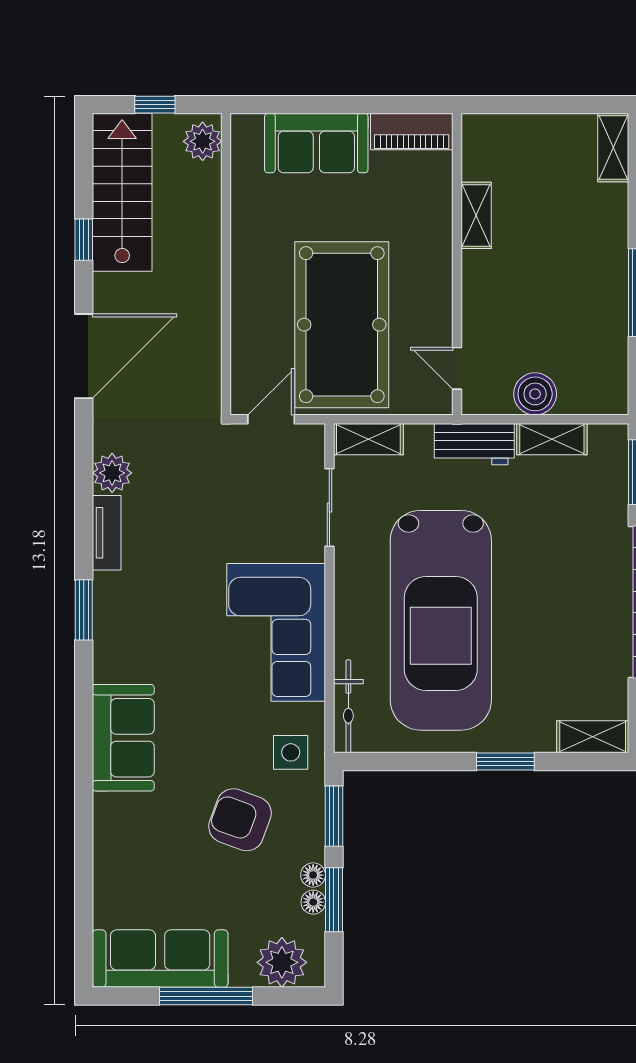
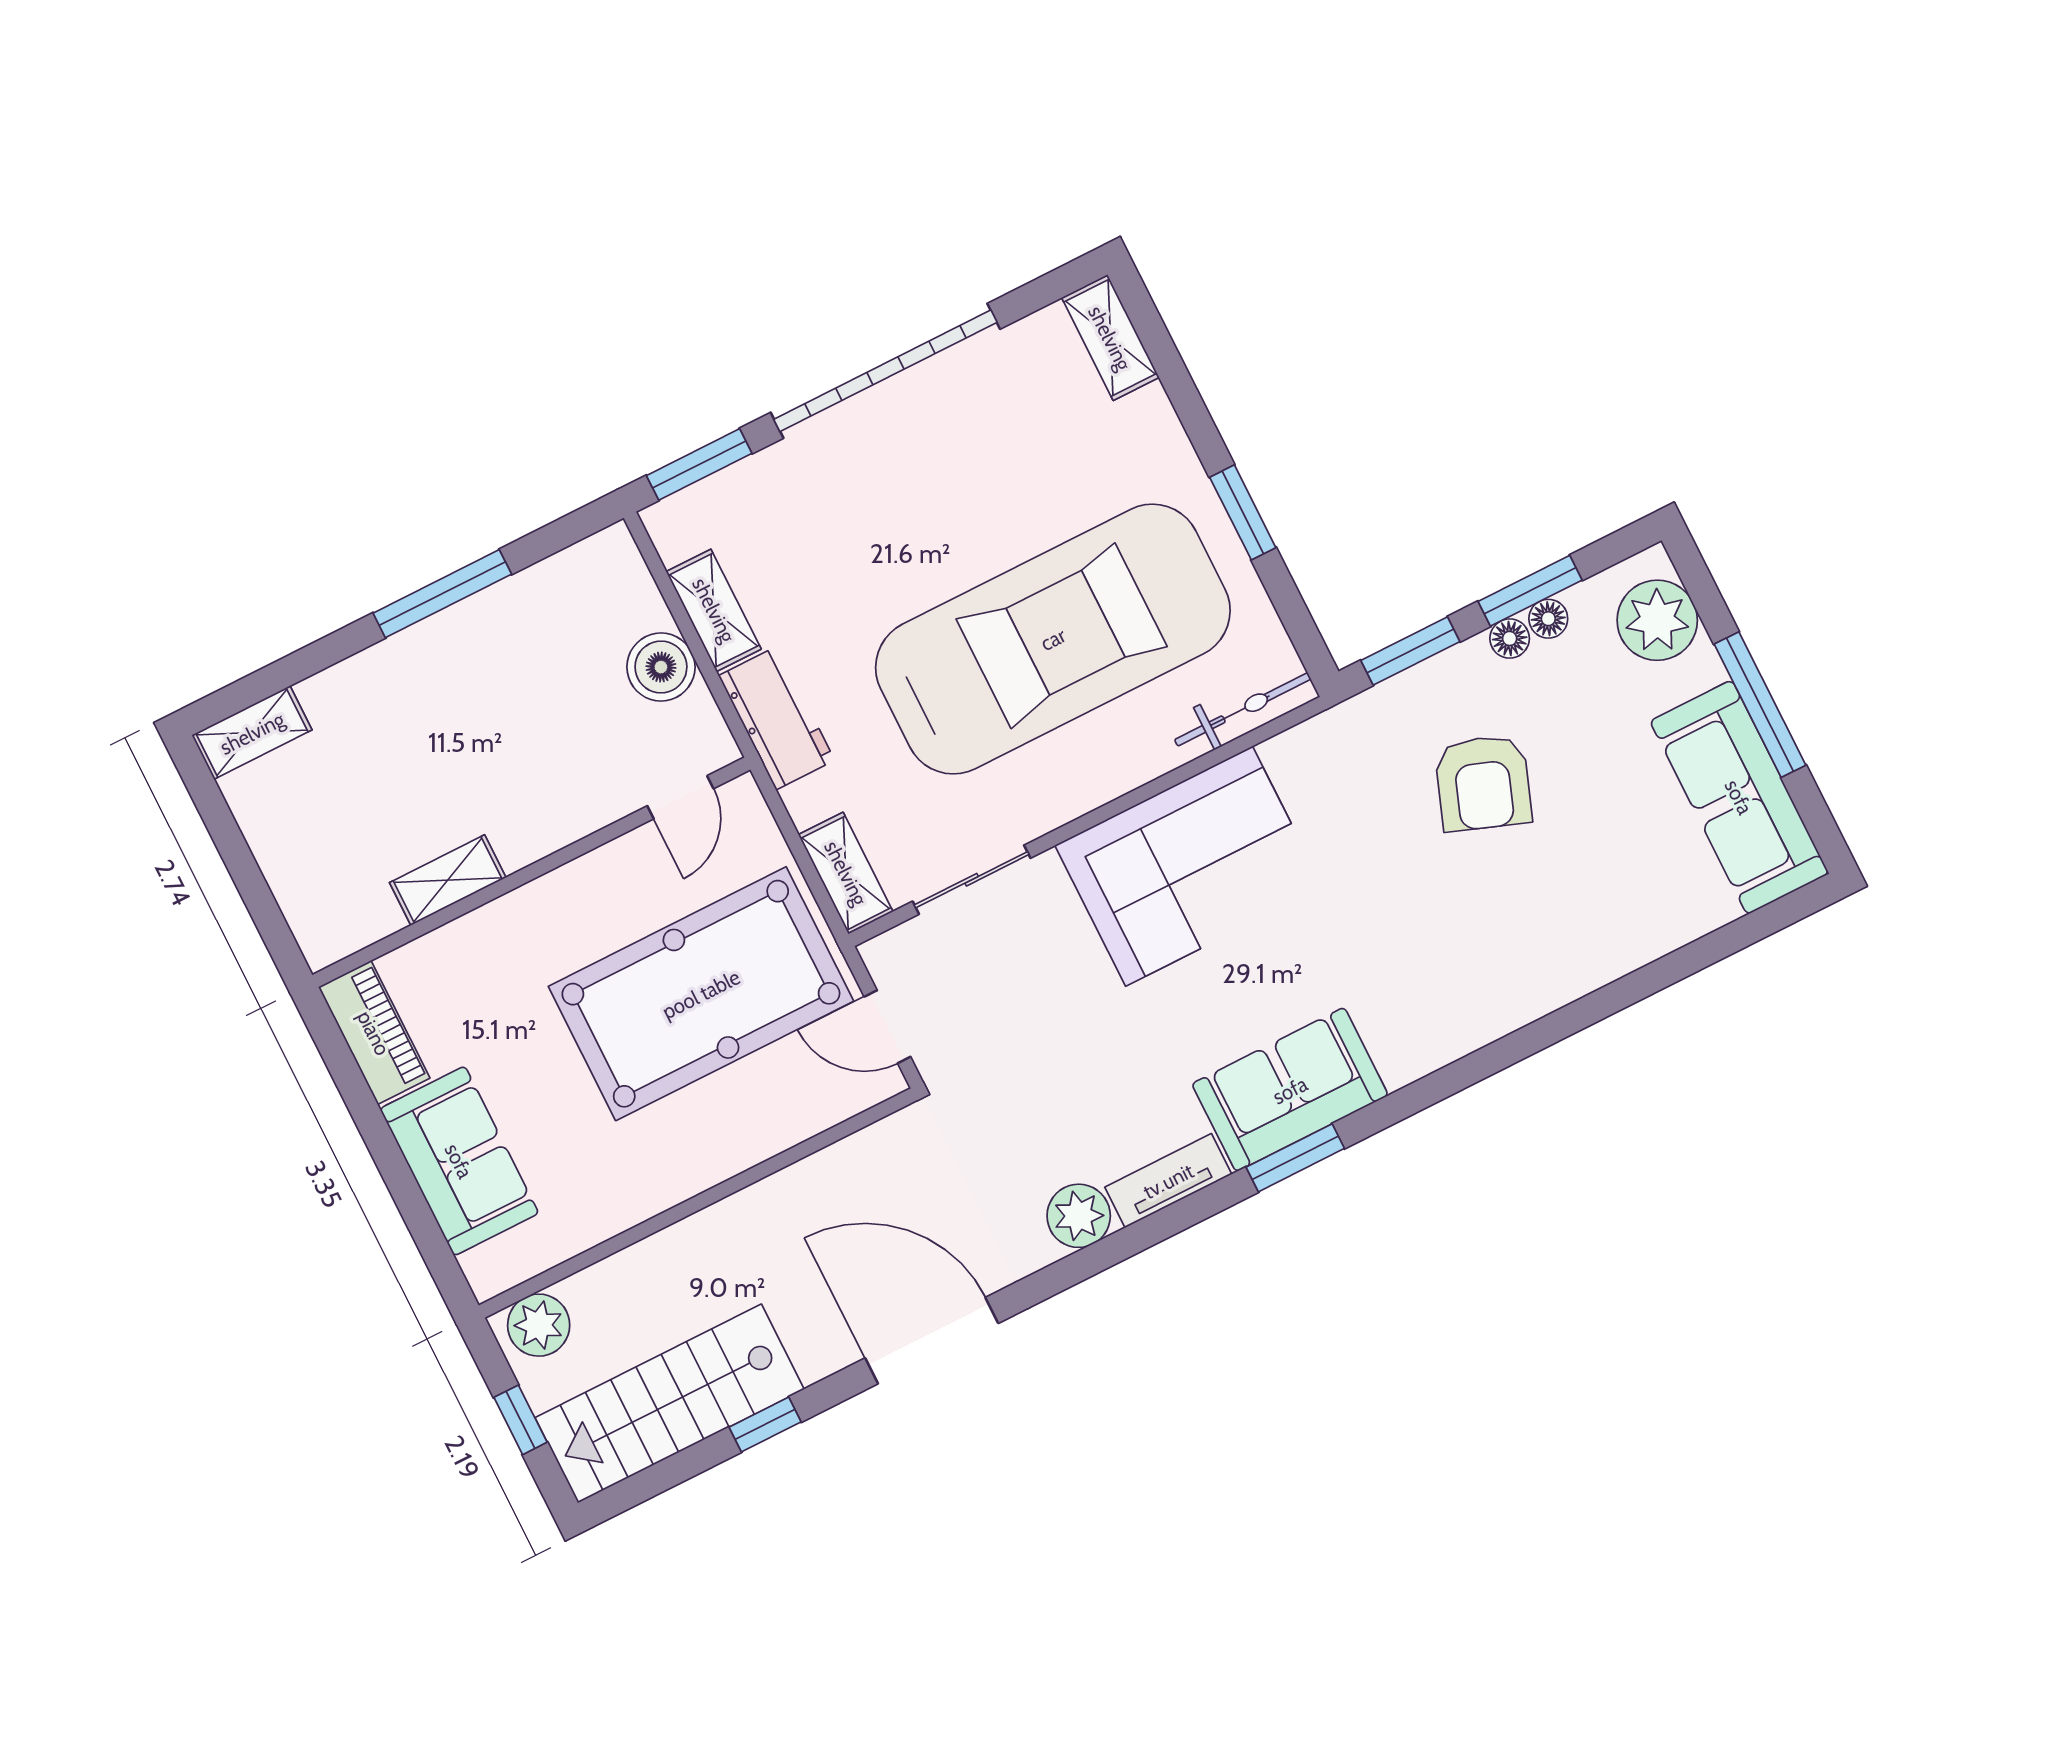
sofa: (123, 738) -> (1290, 1090), moved
side table: (291, 752) -> (1350, 759), removed
window: (505, 762) -> (1243, 512), moved

